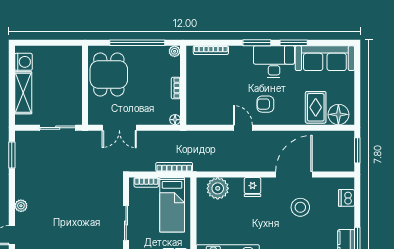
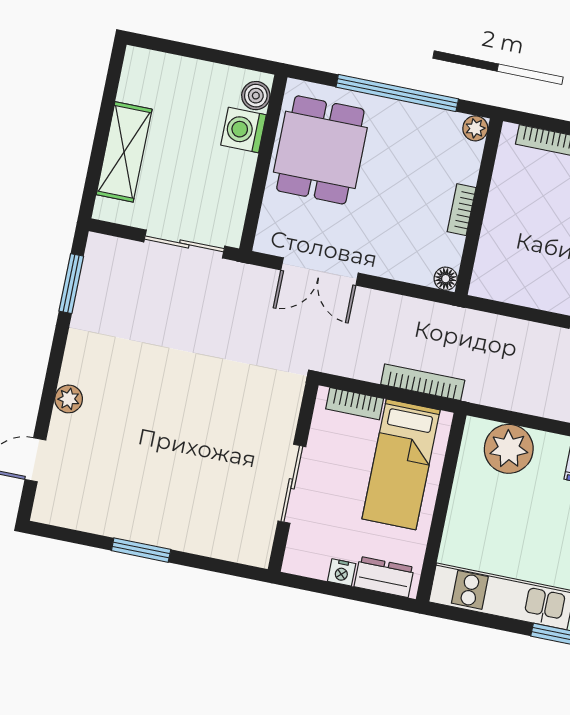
boiler: (76, 57) -> (256, 96), added
washing machine: (23, 62) -> (244, 130), moved, turned 180

